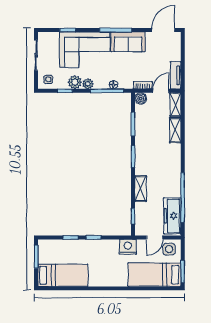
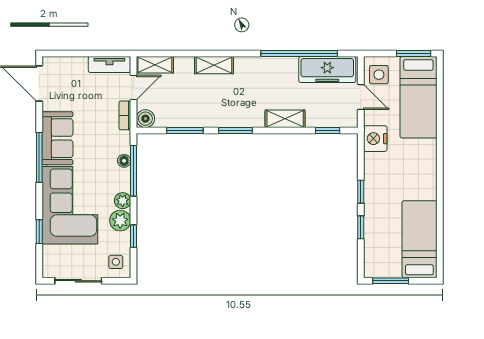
door: (161, 91) -> (134, 87), swing flipped
shelving: (175, 130) -> (214, 65), moved

